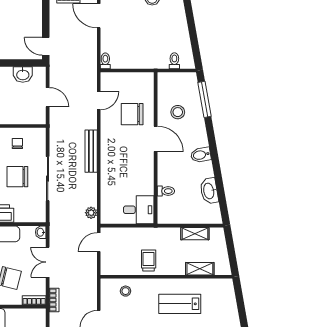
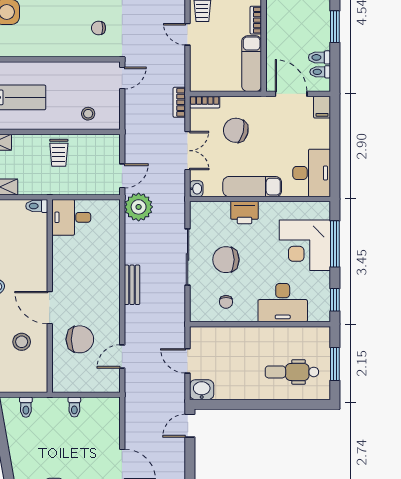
door: (46, 46) -> (190, 426), swing flipped
toilet: (105, 61) -> (74, 407), moved
washbasin: (23, 75) -> (202, 390), moved
bench: (91, 151) -> (132, 285), width x0.73
chair: (17, 177) -> (226, 260), turned 180
toilet: (166, 191) -> (37, 206), moved
plant: (91, 213) -> (139, 207), width x1.87, depth x1.87

